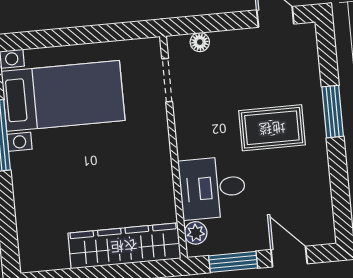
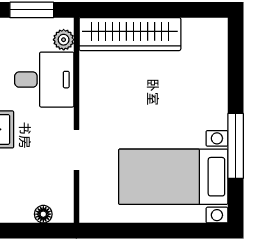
doorway: (167, 80) -> (76, 150), moved

